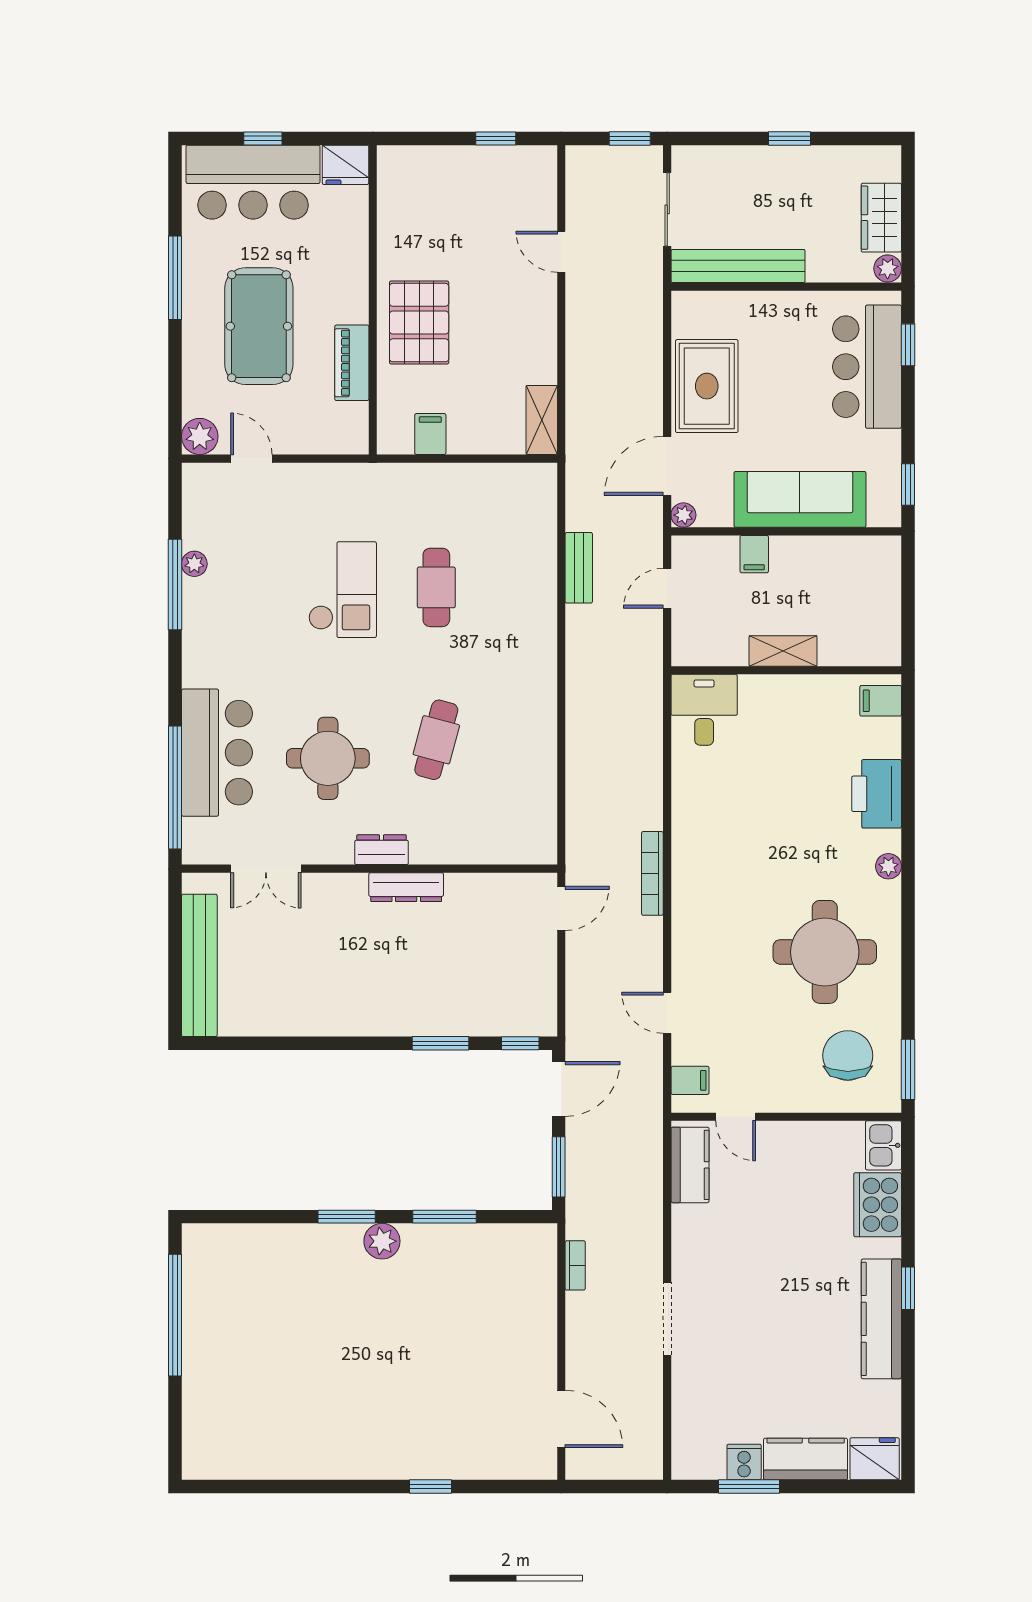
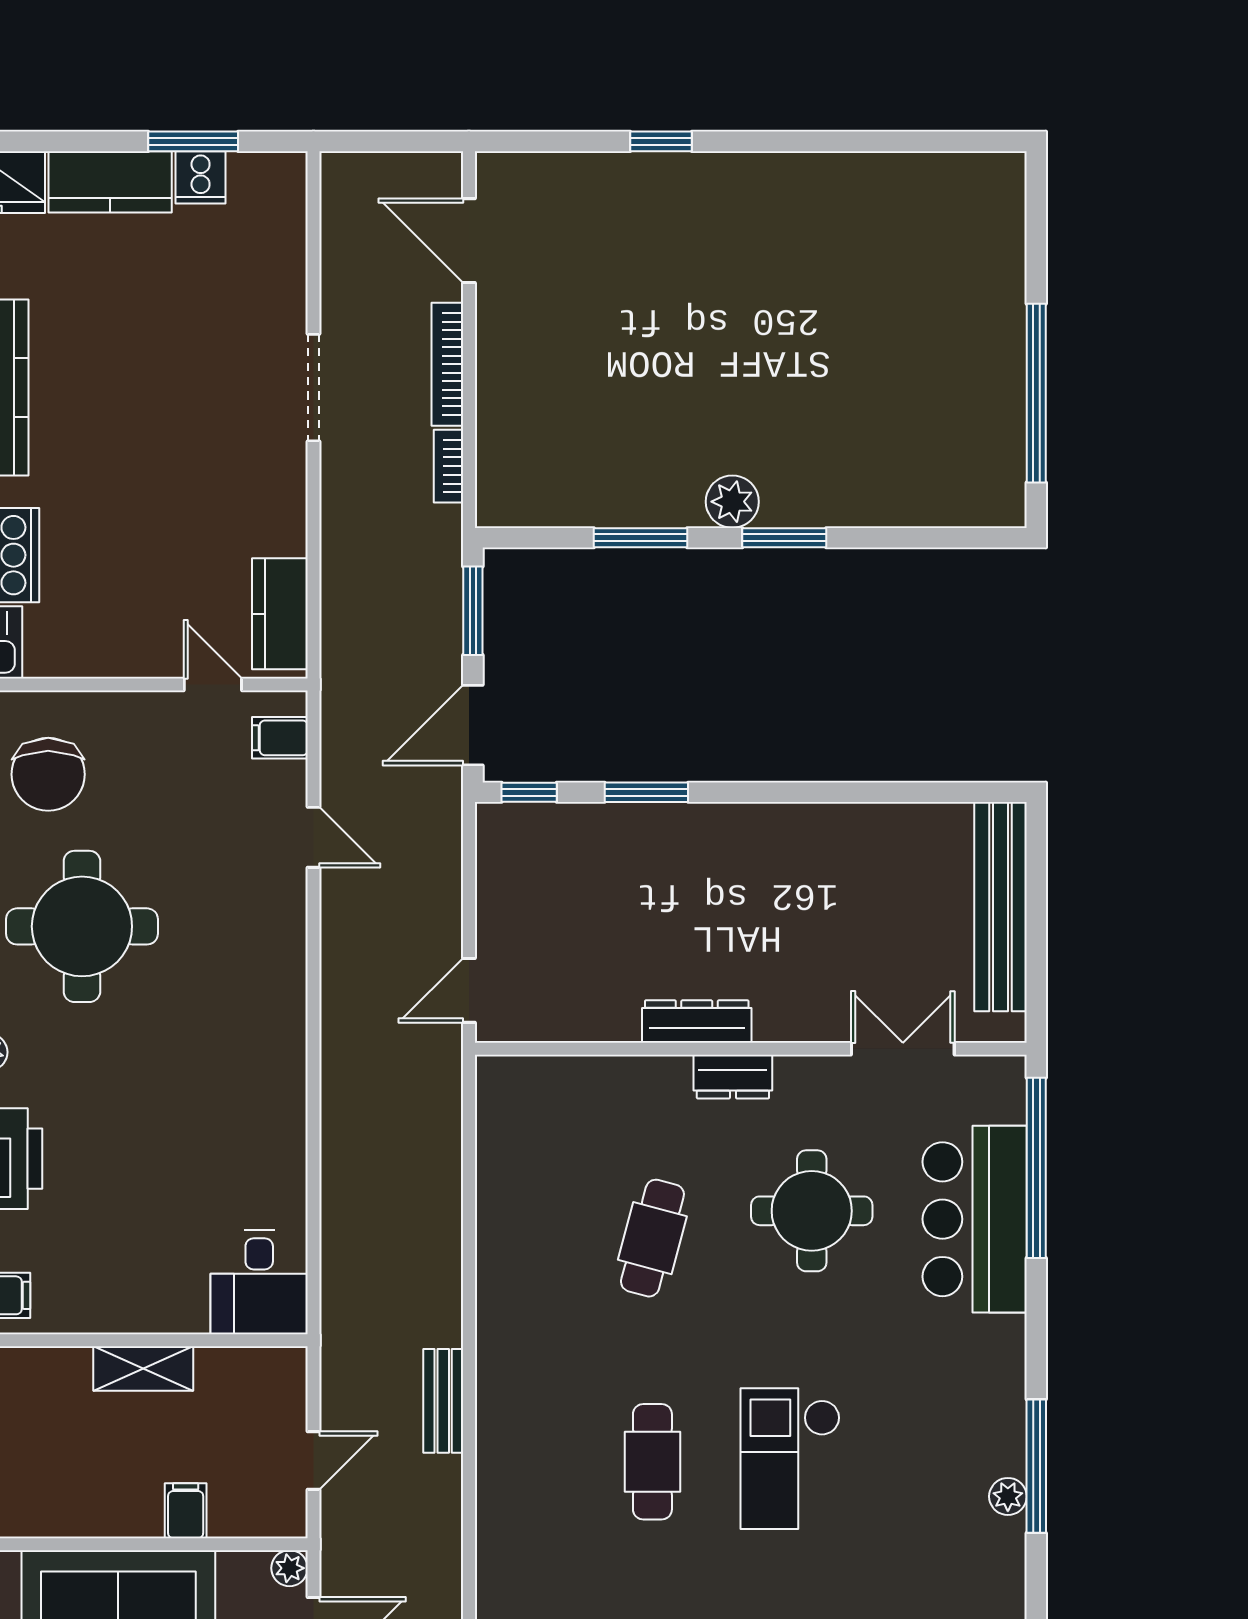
bench: (579, 568) -> (443, 1401), moved
bookcase: (652, 873) -> (447, 364), moved, turned 180

